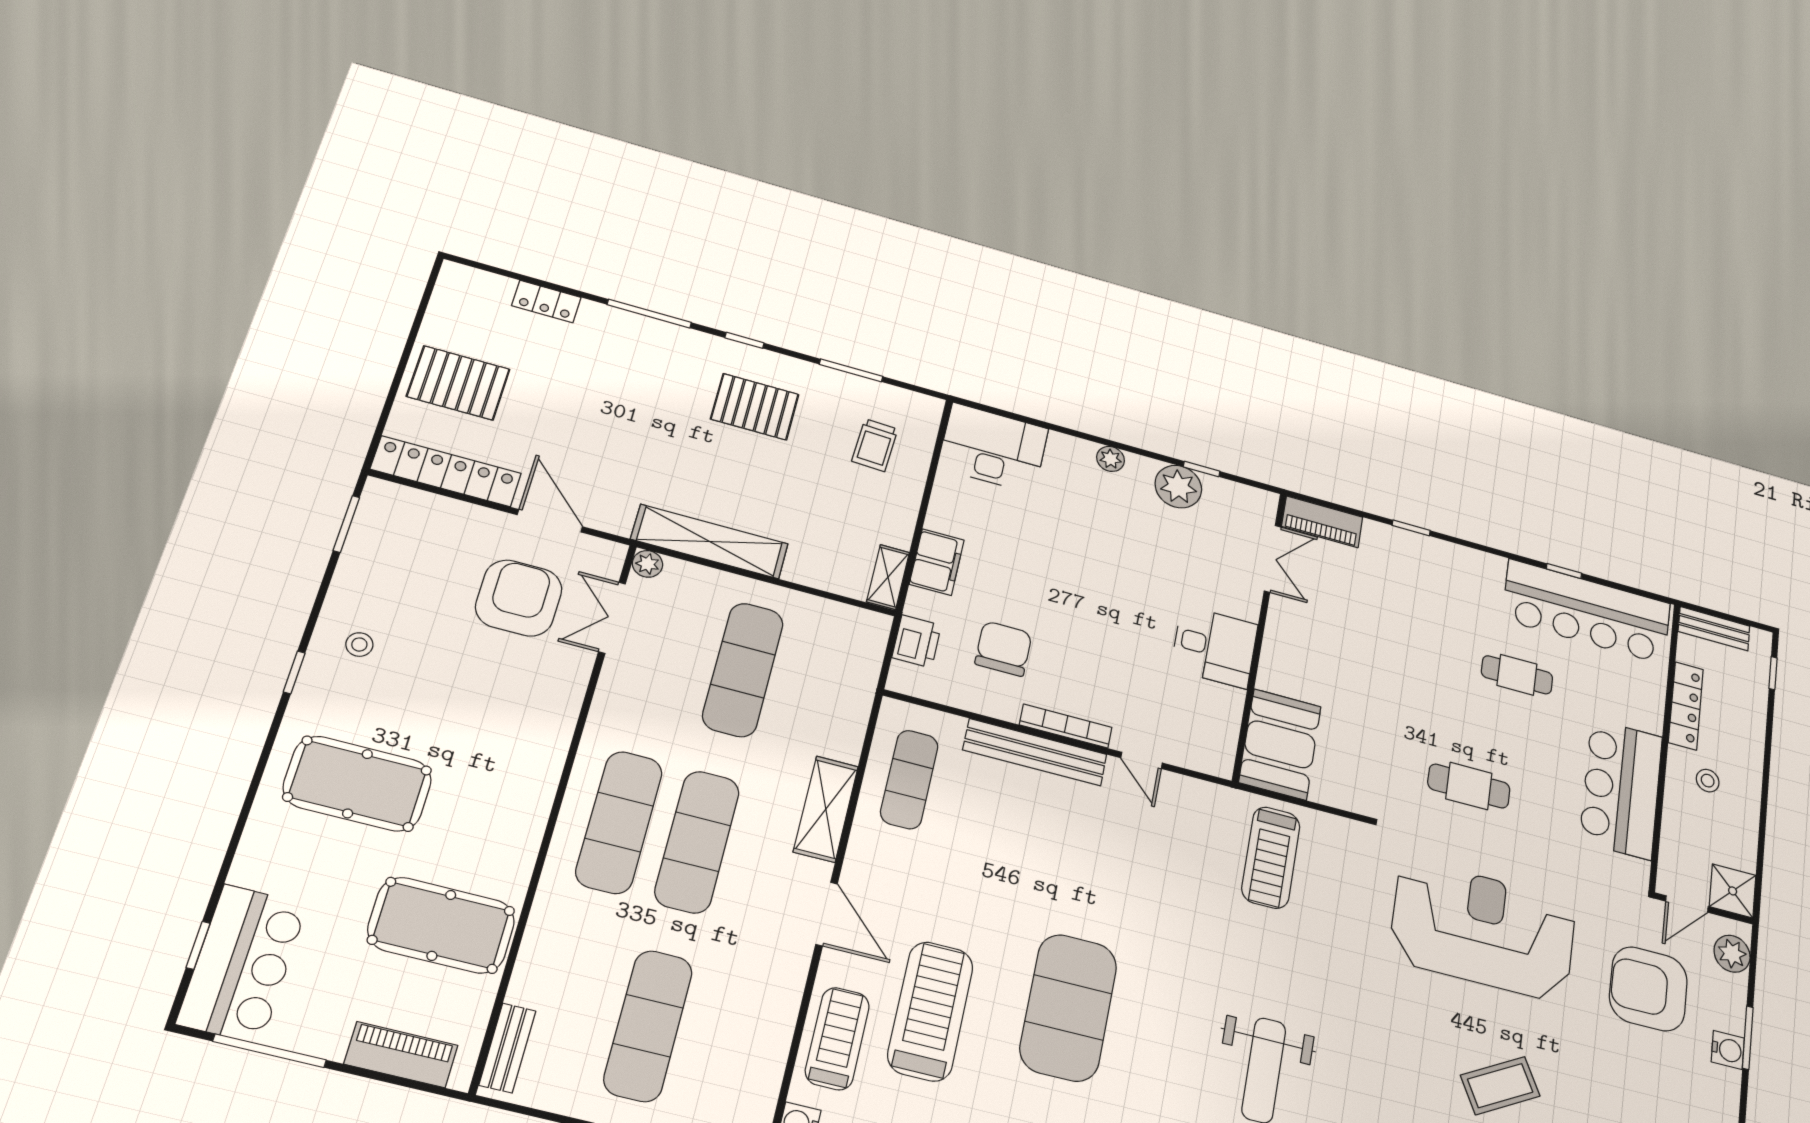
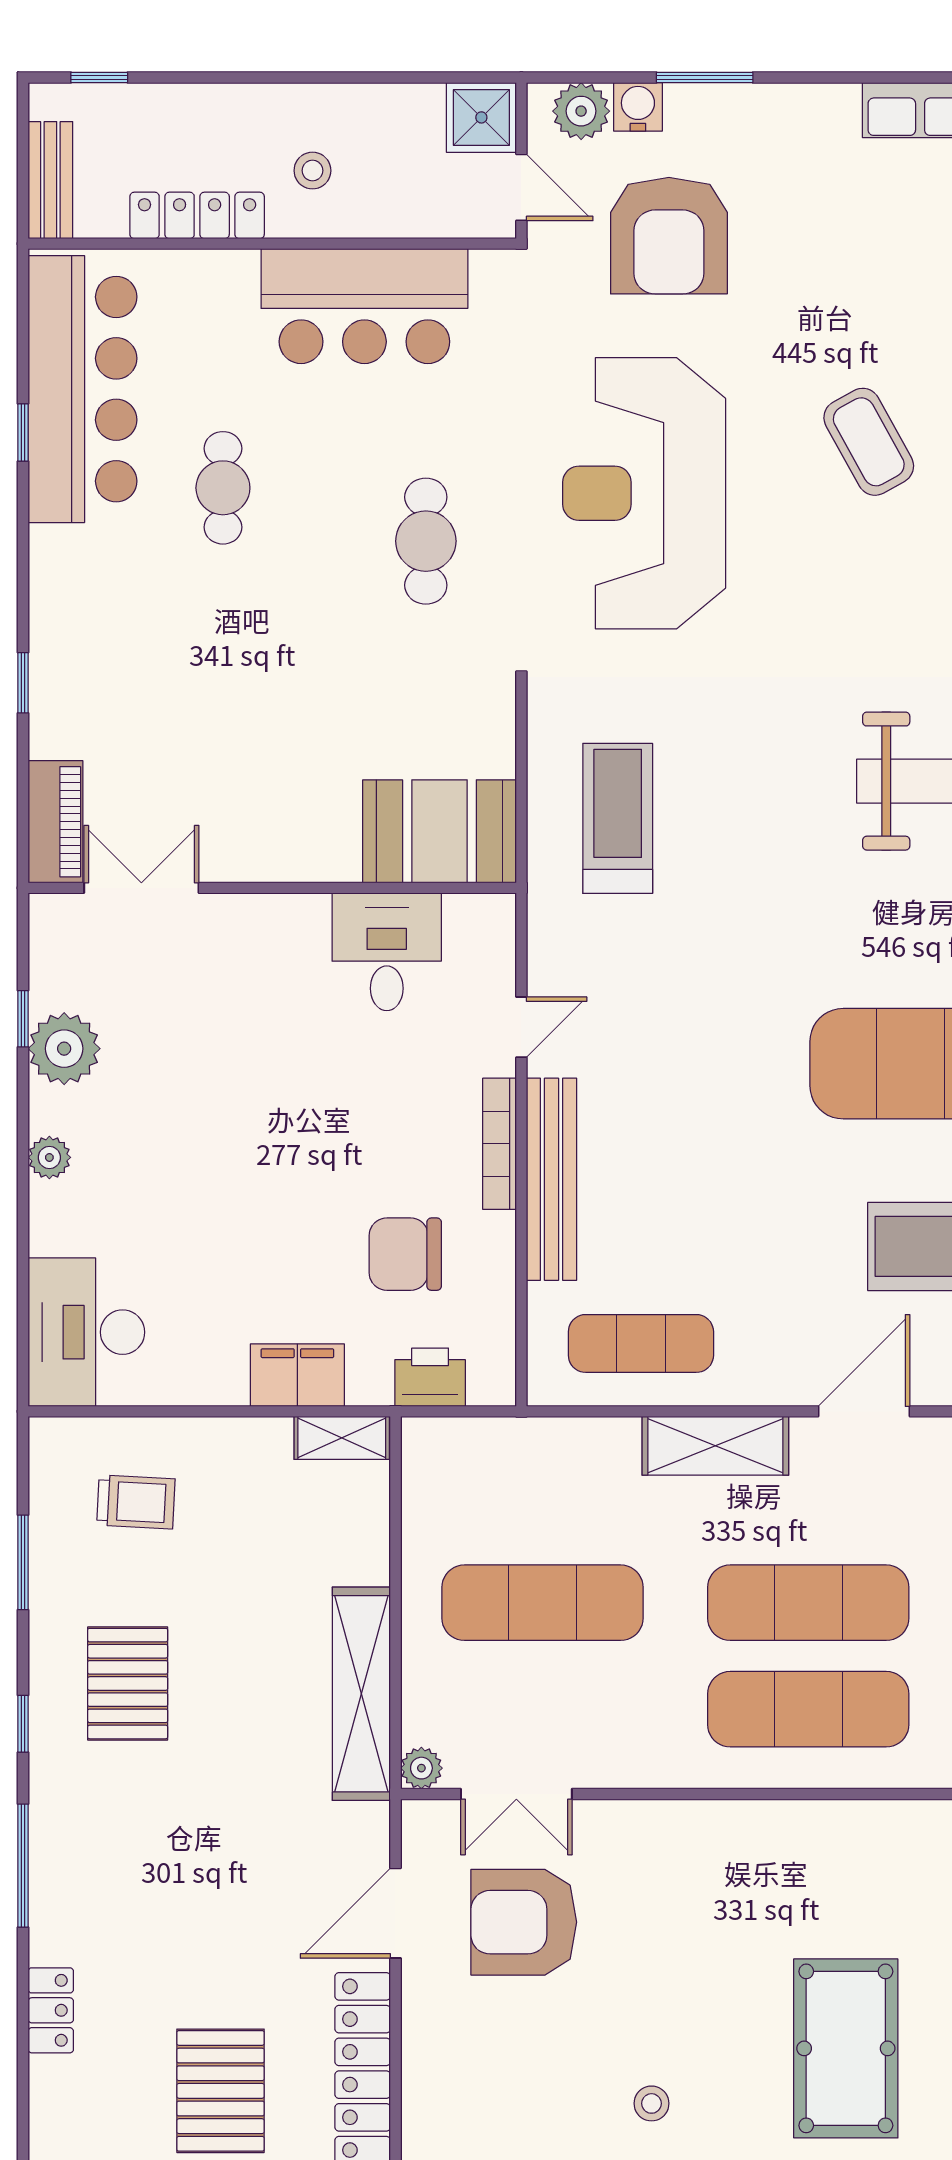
desk: (1214, 647) -> (387, 952), moved
treadmill: (1271, 857) -> (618, 818), turned -90
water cooler: (1728, 1050) -> (638, 107), moved

